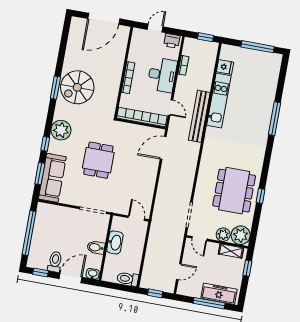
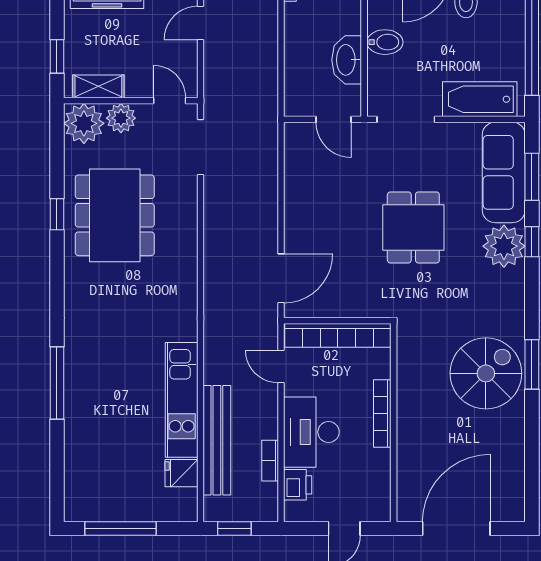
printer: (172, 41) -> (298, 485), moved, turned 90
bench: (199, 116) -> (217, 440), moved
plant: (61, 130) -> (504, 246), moved
bathtub: (57, 213) -> (480, 99), added
door: (136, 218) -> (333, 119), moved

